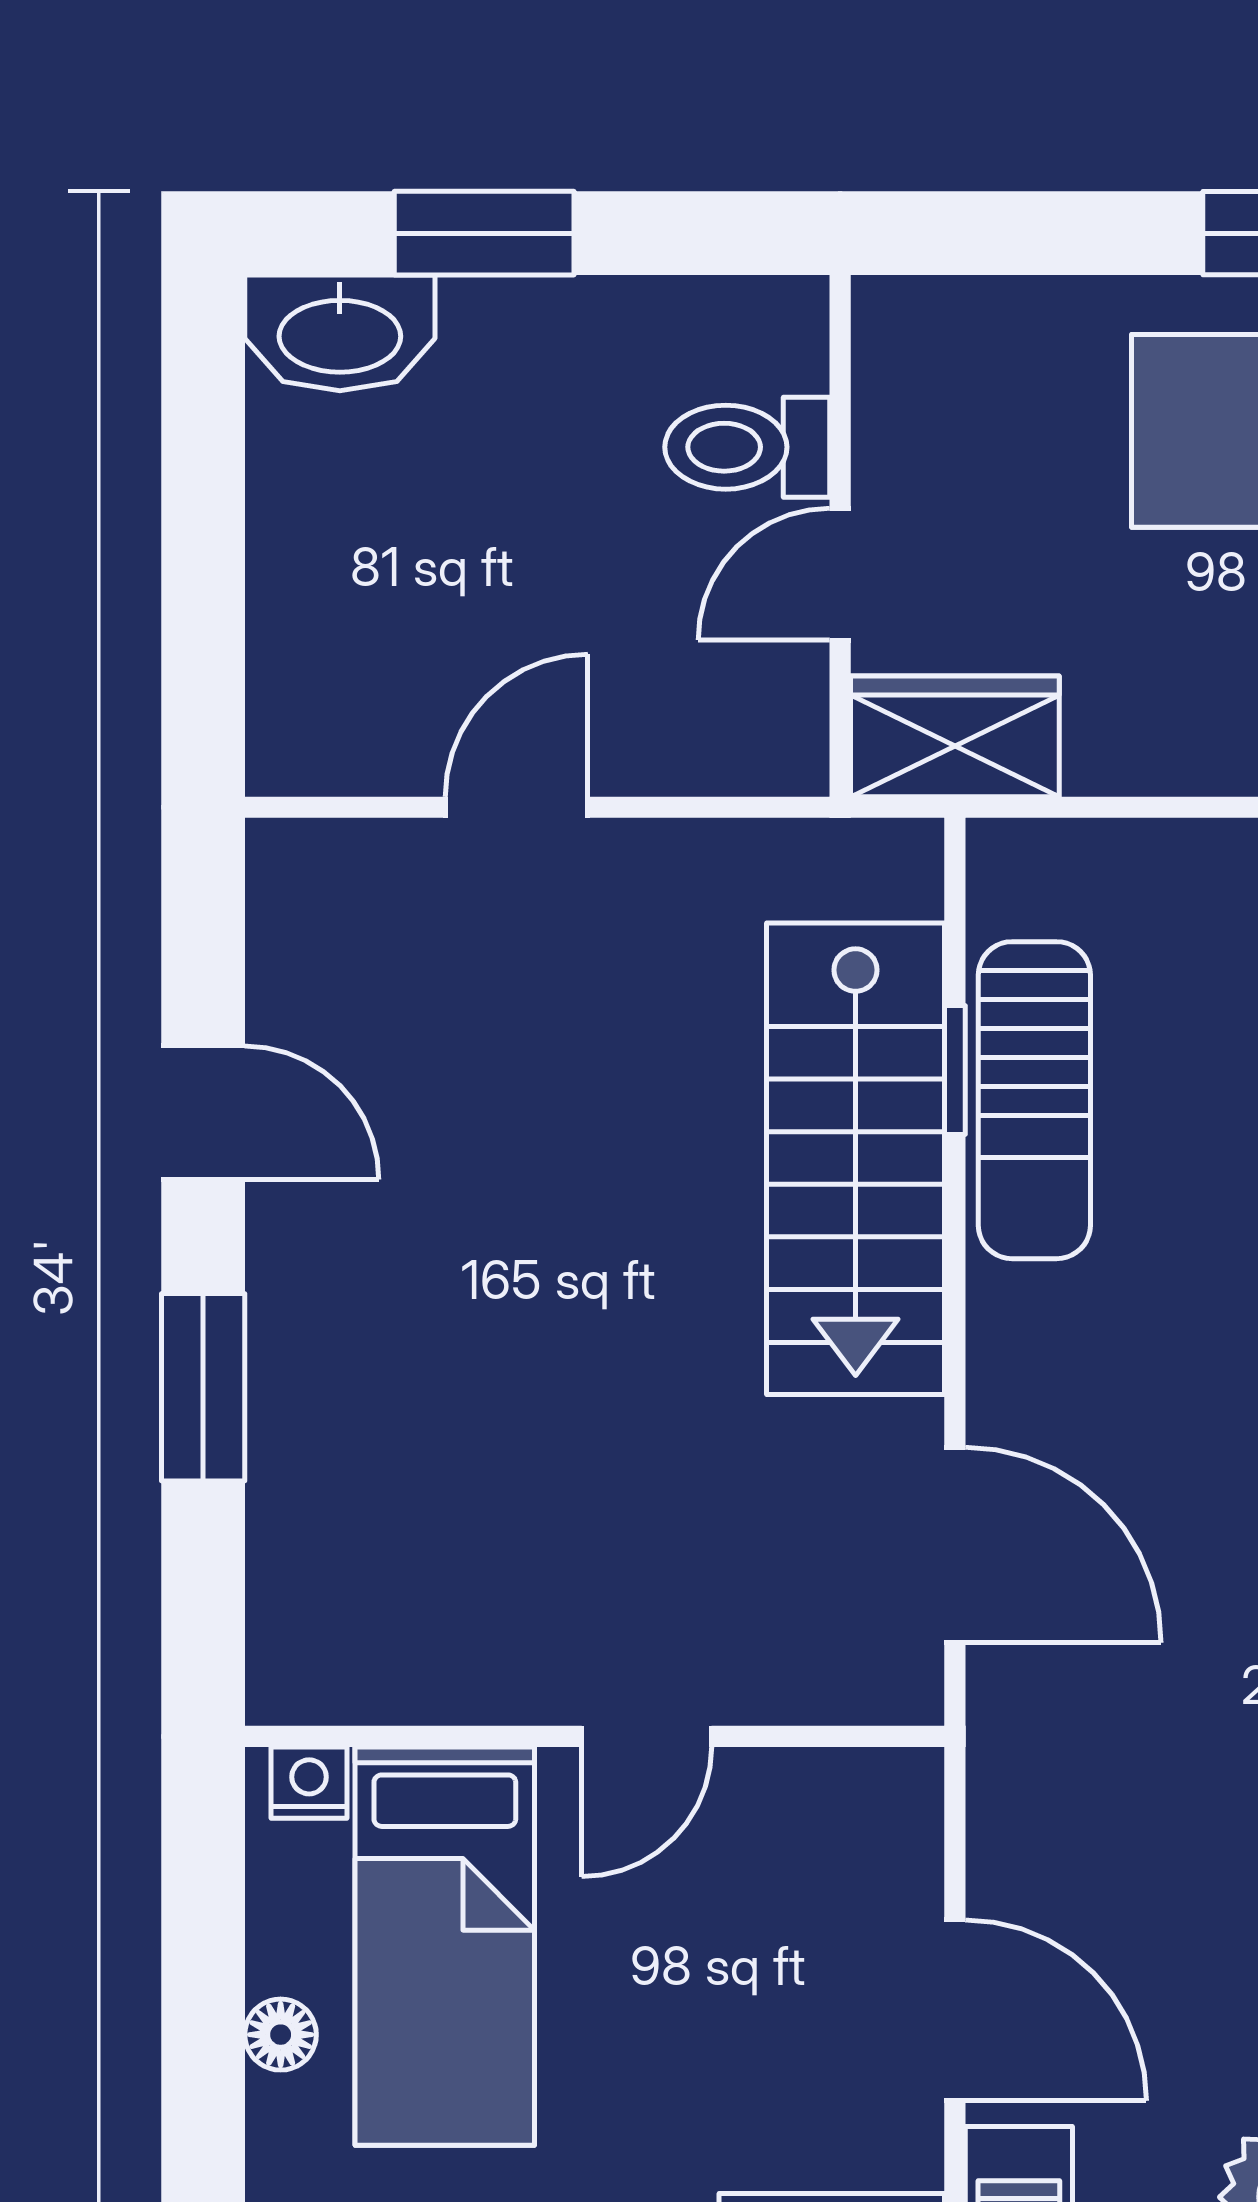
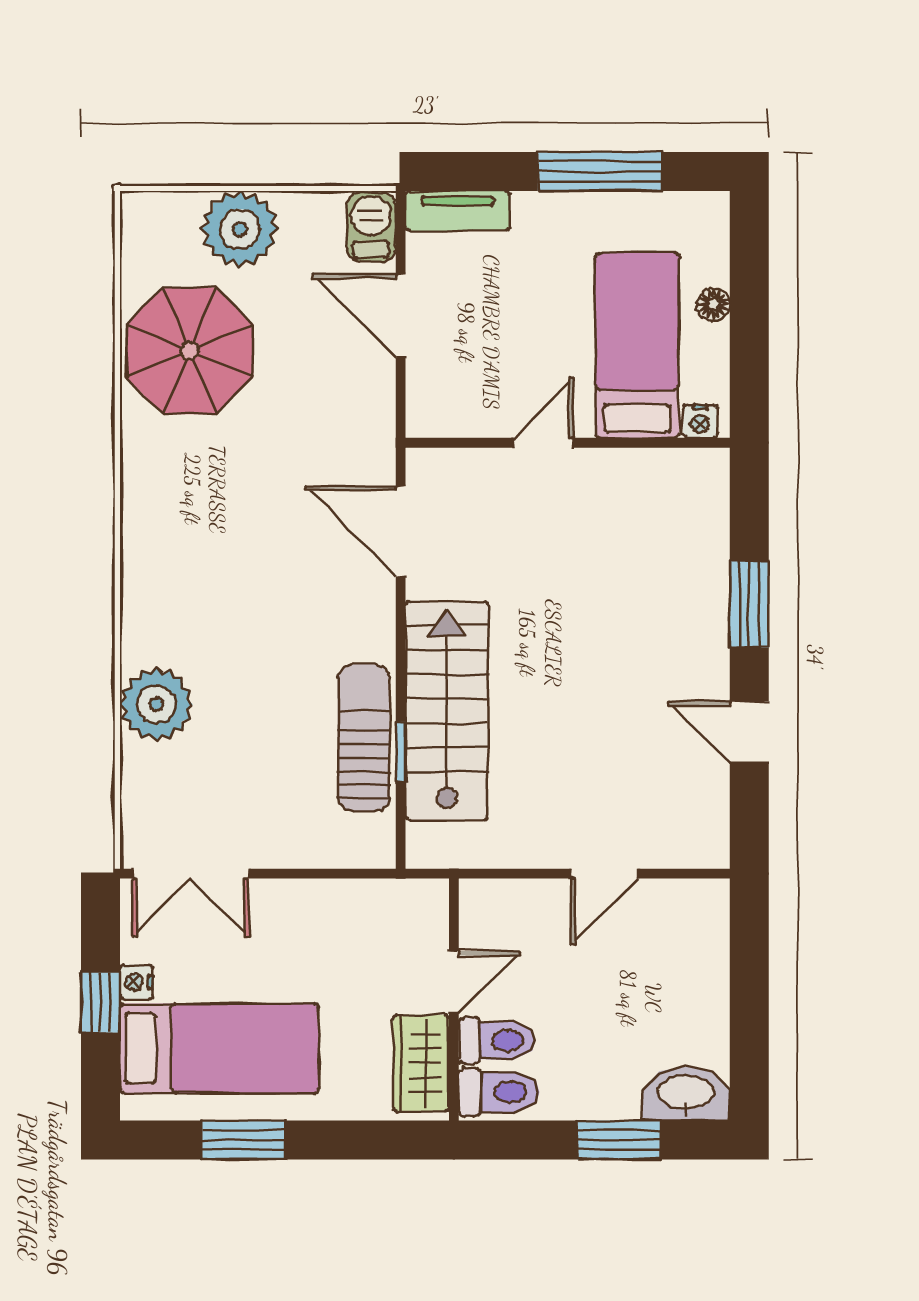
toilet: (743, 336) -> (499, 1092), added
wardrobe: (955, 736) -> (421, 1063), moved, turned 90

